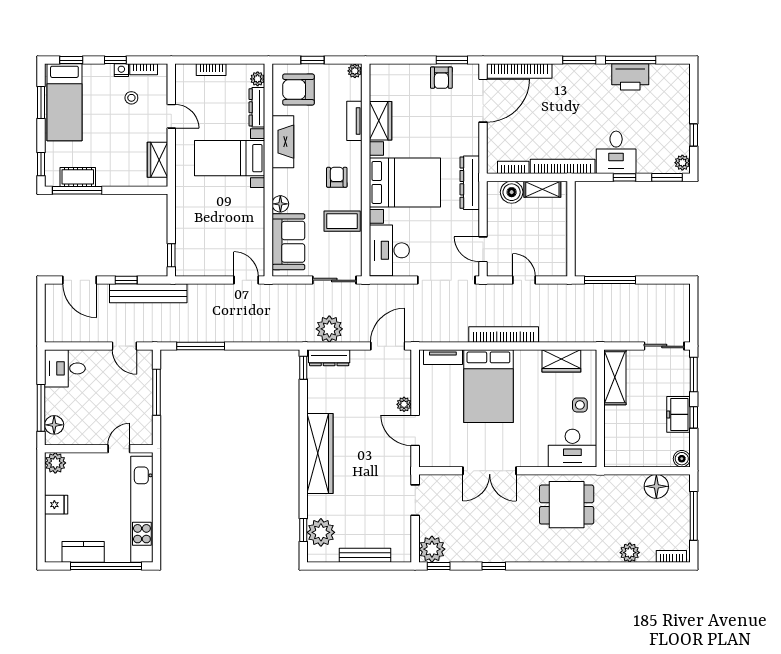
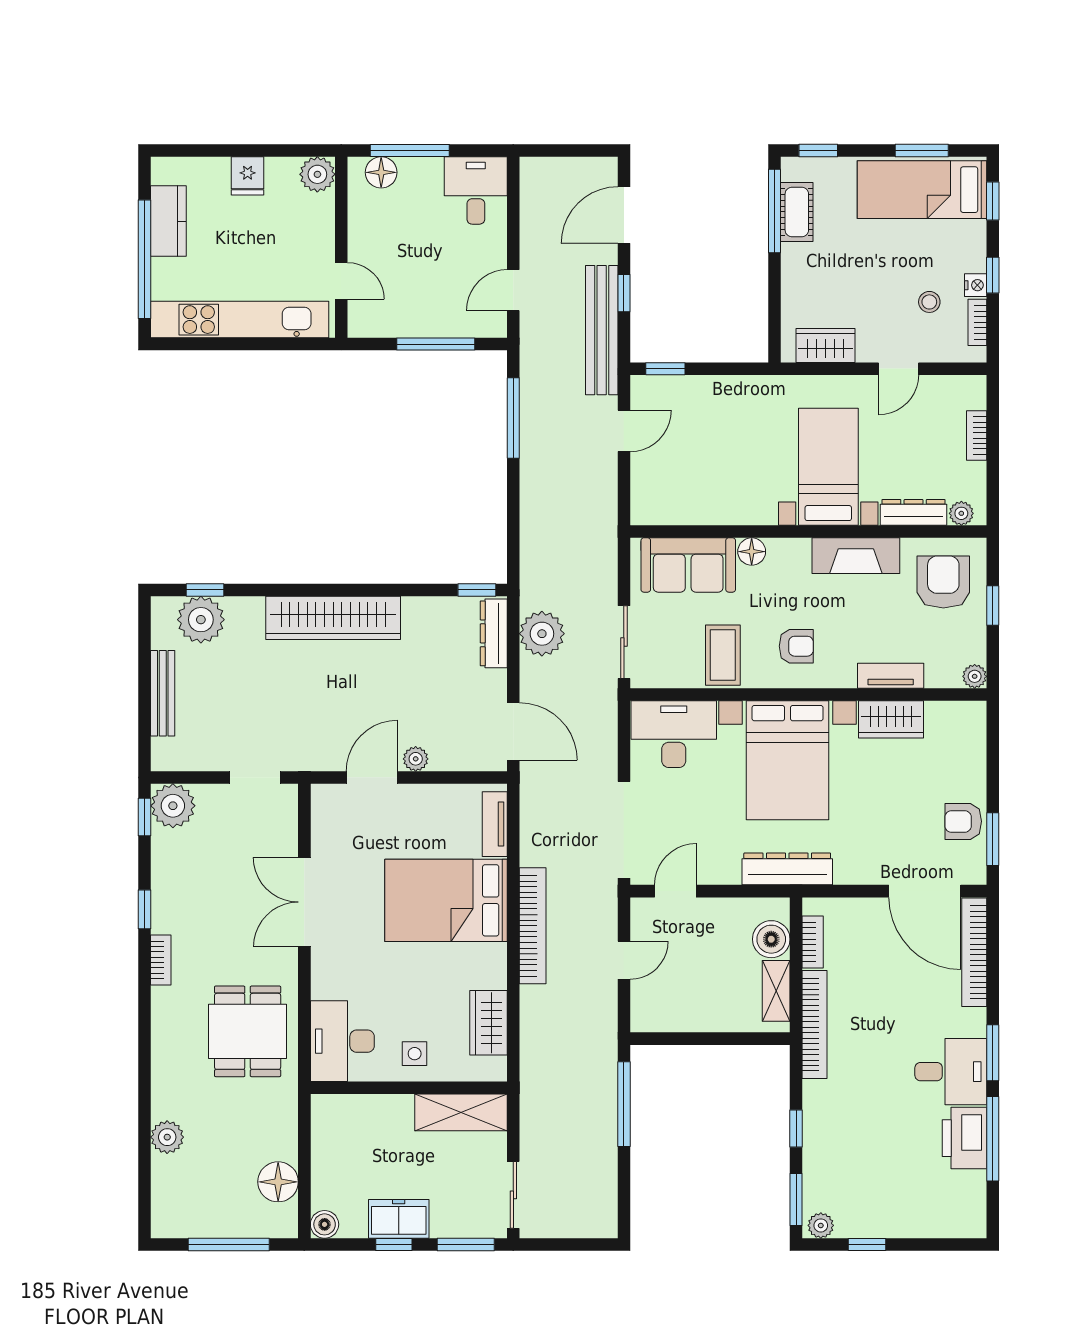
desk: (616, 152) -> (951, 1072), moved, turned 180
door: (246, 280) -> (624, 431), moved
bookcase: (671, 556) -> (161, 960), moved

